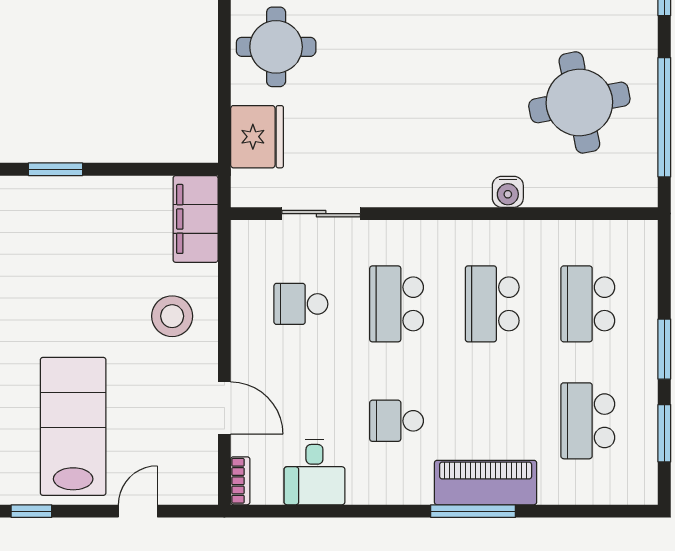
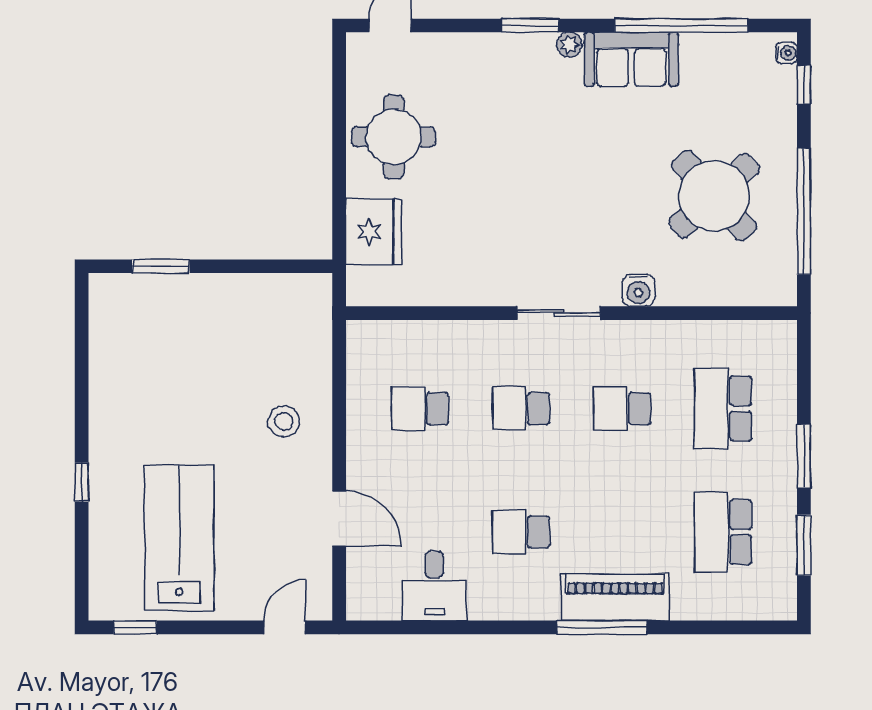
round table: (579, 102) -> (714, 196), turned -31
sliding door: (321, 214) -> (559, 313), moved
filing cabinet: (196, 219) -> (309, 319), removed
school desk: (397, 304) -> (521, 408), width x0.54
school desk: (492, 304) -> (622, 408), width x0.54
stool: (172, 316) -> (284, 421), width x0.73, depth x0.73
bookcase: (240, 481) -> (356, 595), removed
door: (138, 511) -> (285, 627), moved

